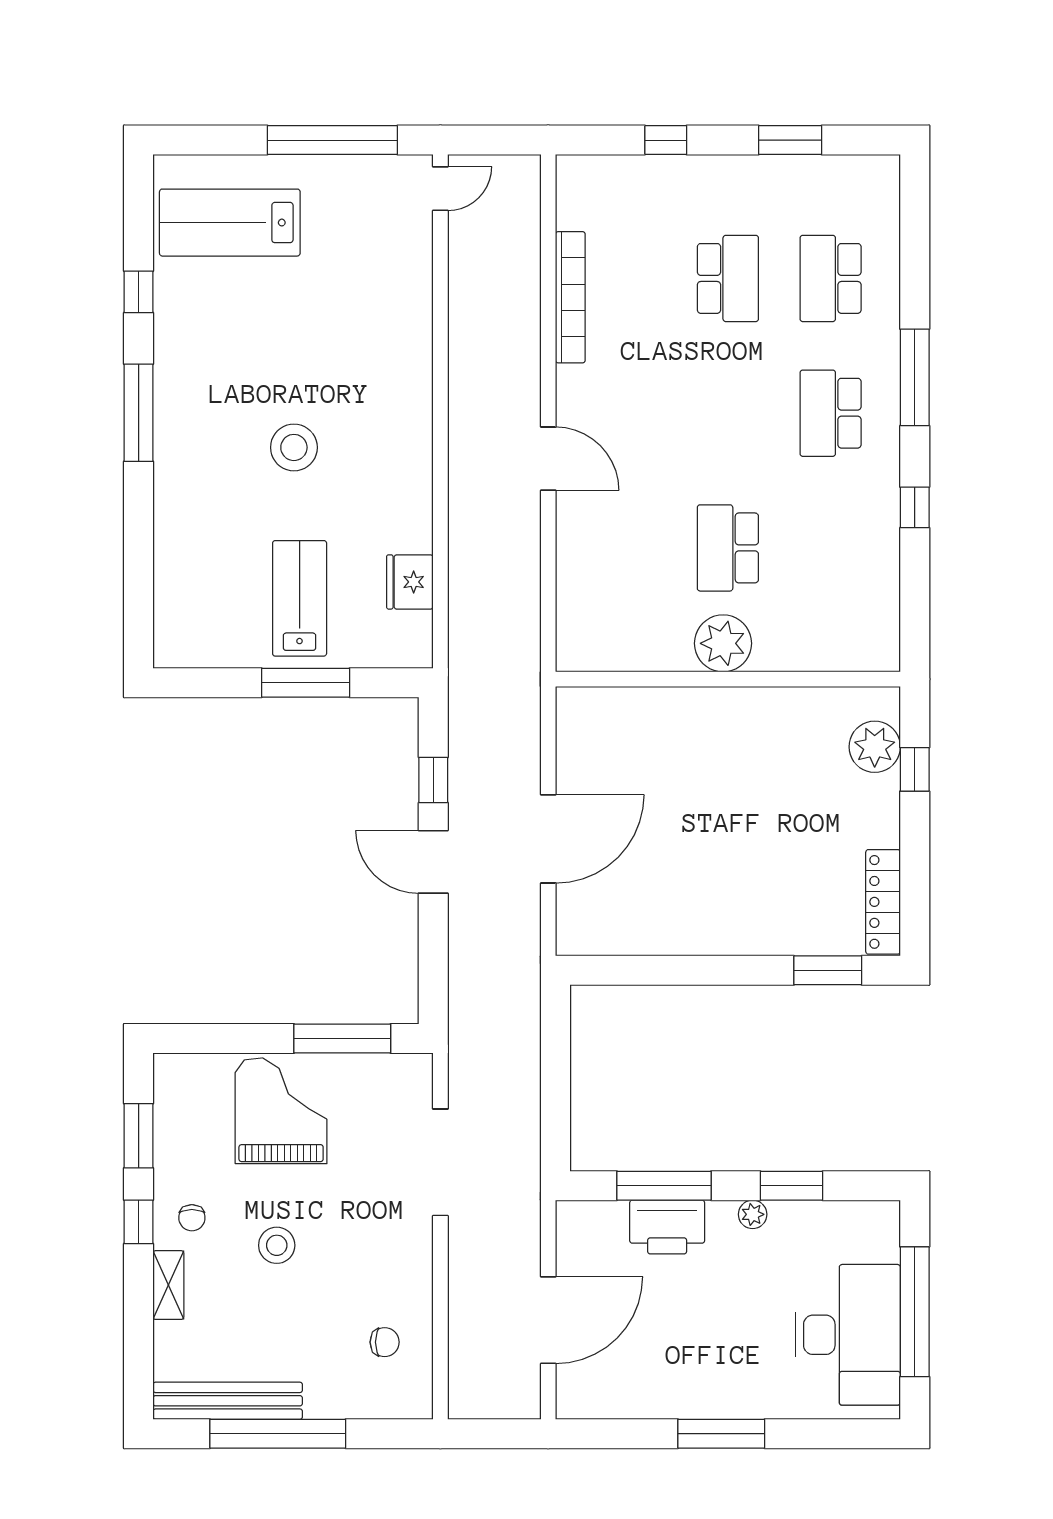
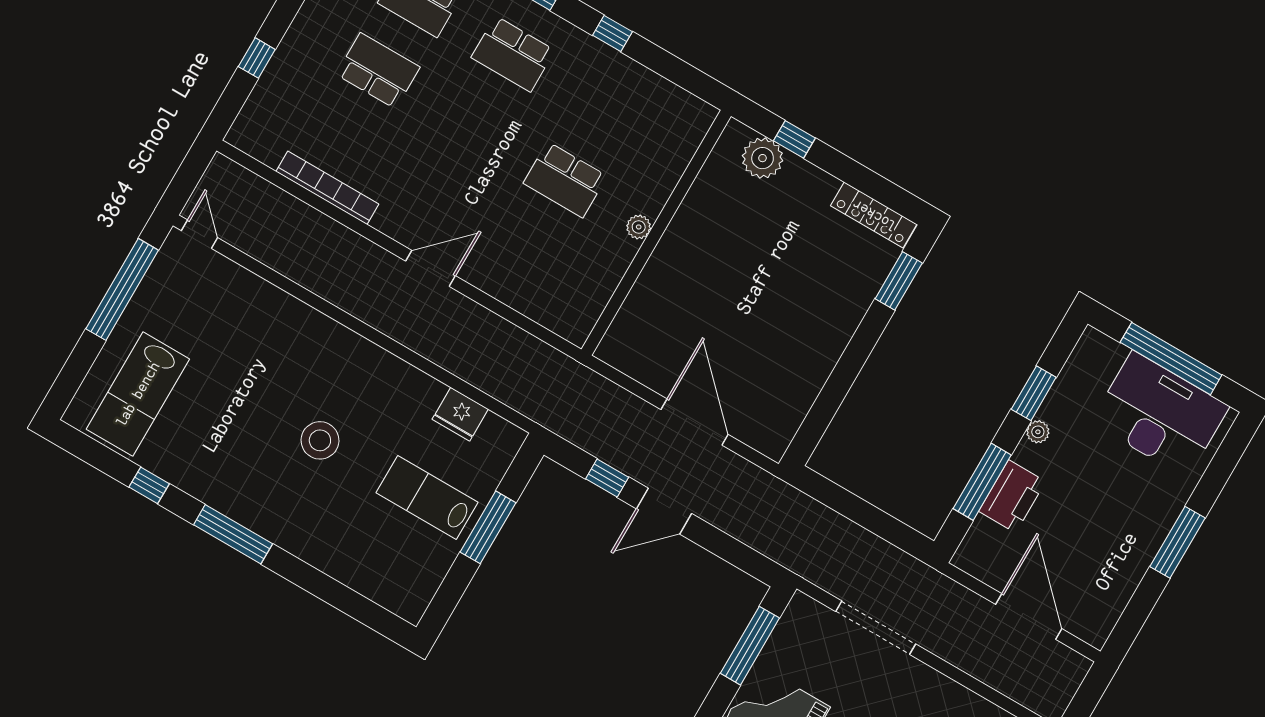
plant: (723, 643) -> (639, 227), width x0.53, depth x0.53

